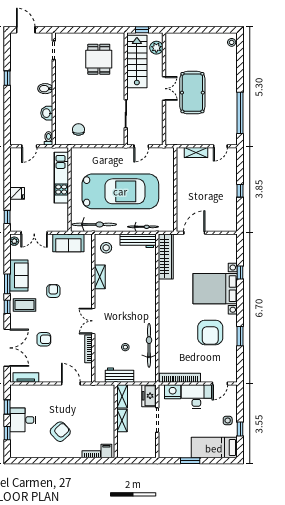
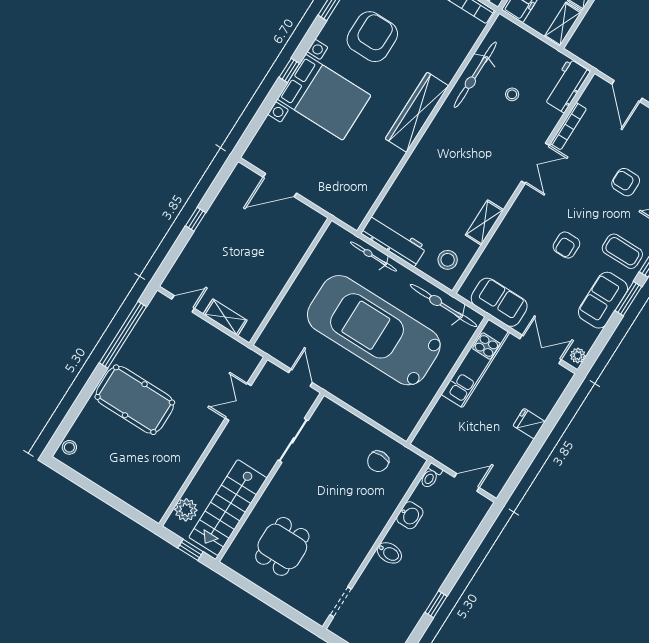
double door: (164, 89) -> (238, 402), moved
pool table: (192, 93) -> (135, 400), moved, turned 90
door: (141, 146) -> (301, 378), hinge flipped
kitchen unit: (61, 178) -> (475, 363), moved
window: (7, 217) -> (566, 398), removed
door: (194, 233) -> (280, 185), moved
wardrobe: (166, 256) -> (417, 112), moved
window: (240, 272) -> (289, 70), moved
workbench: (119, 375) -> (567, 86), moved, turned 90

